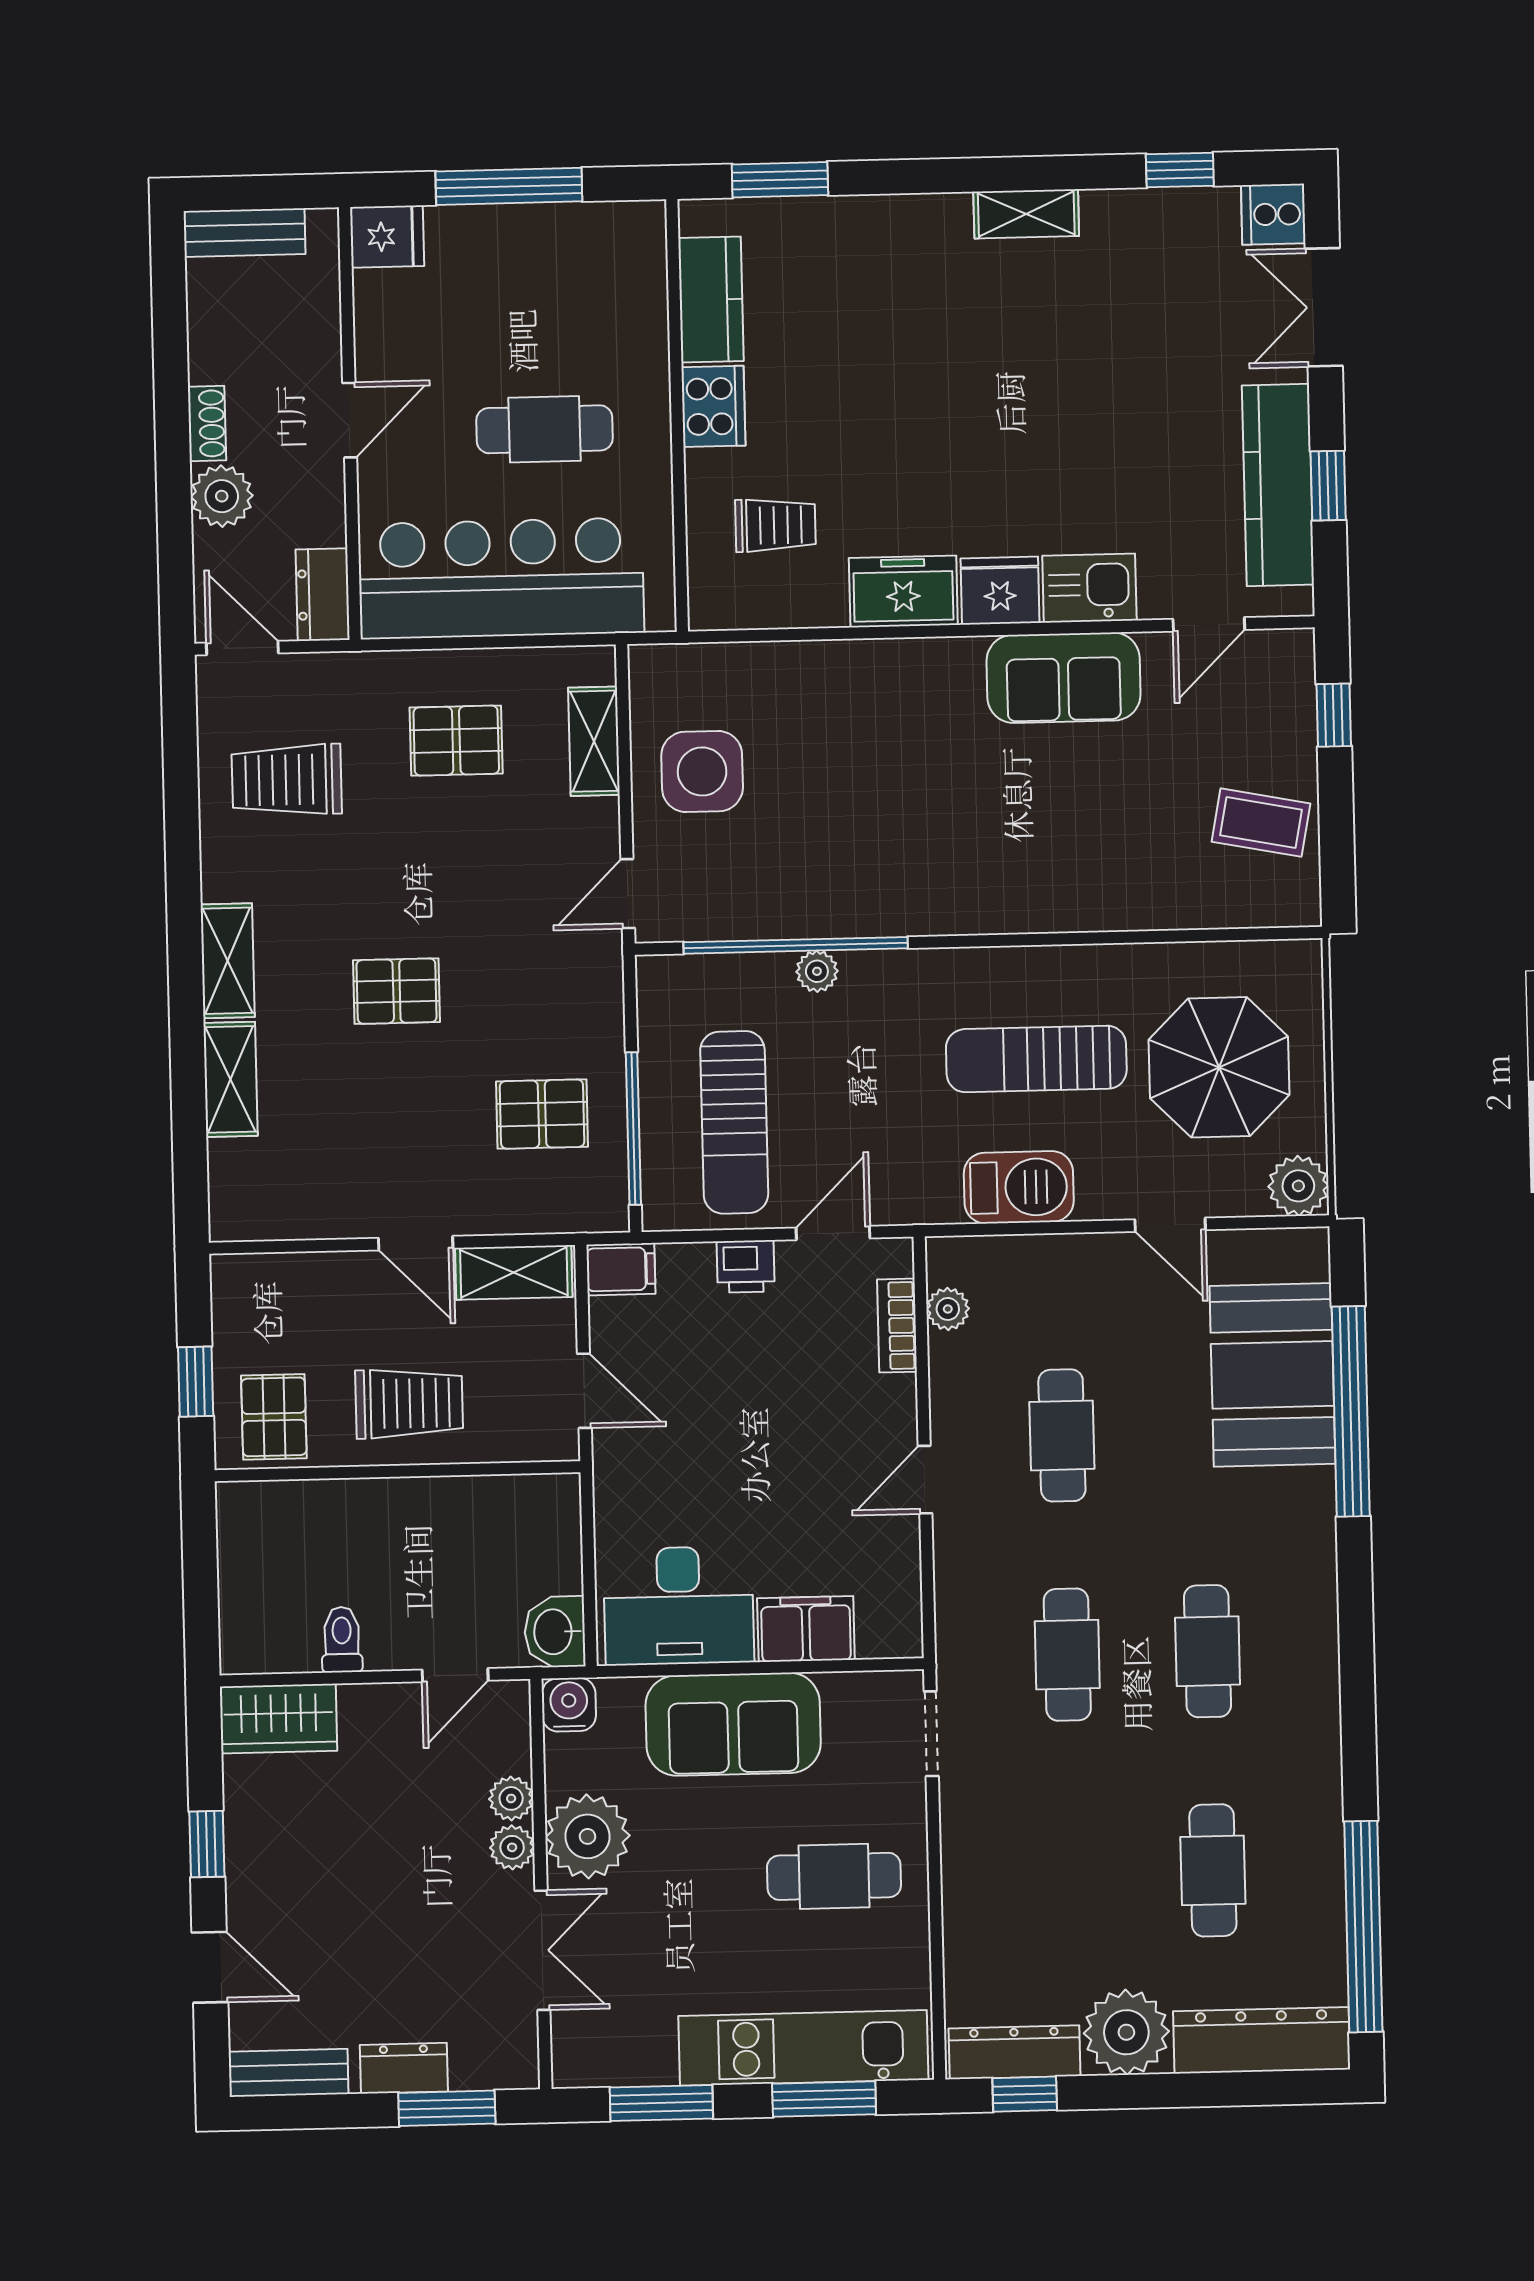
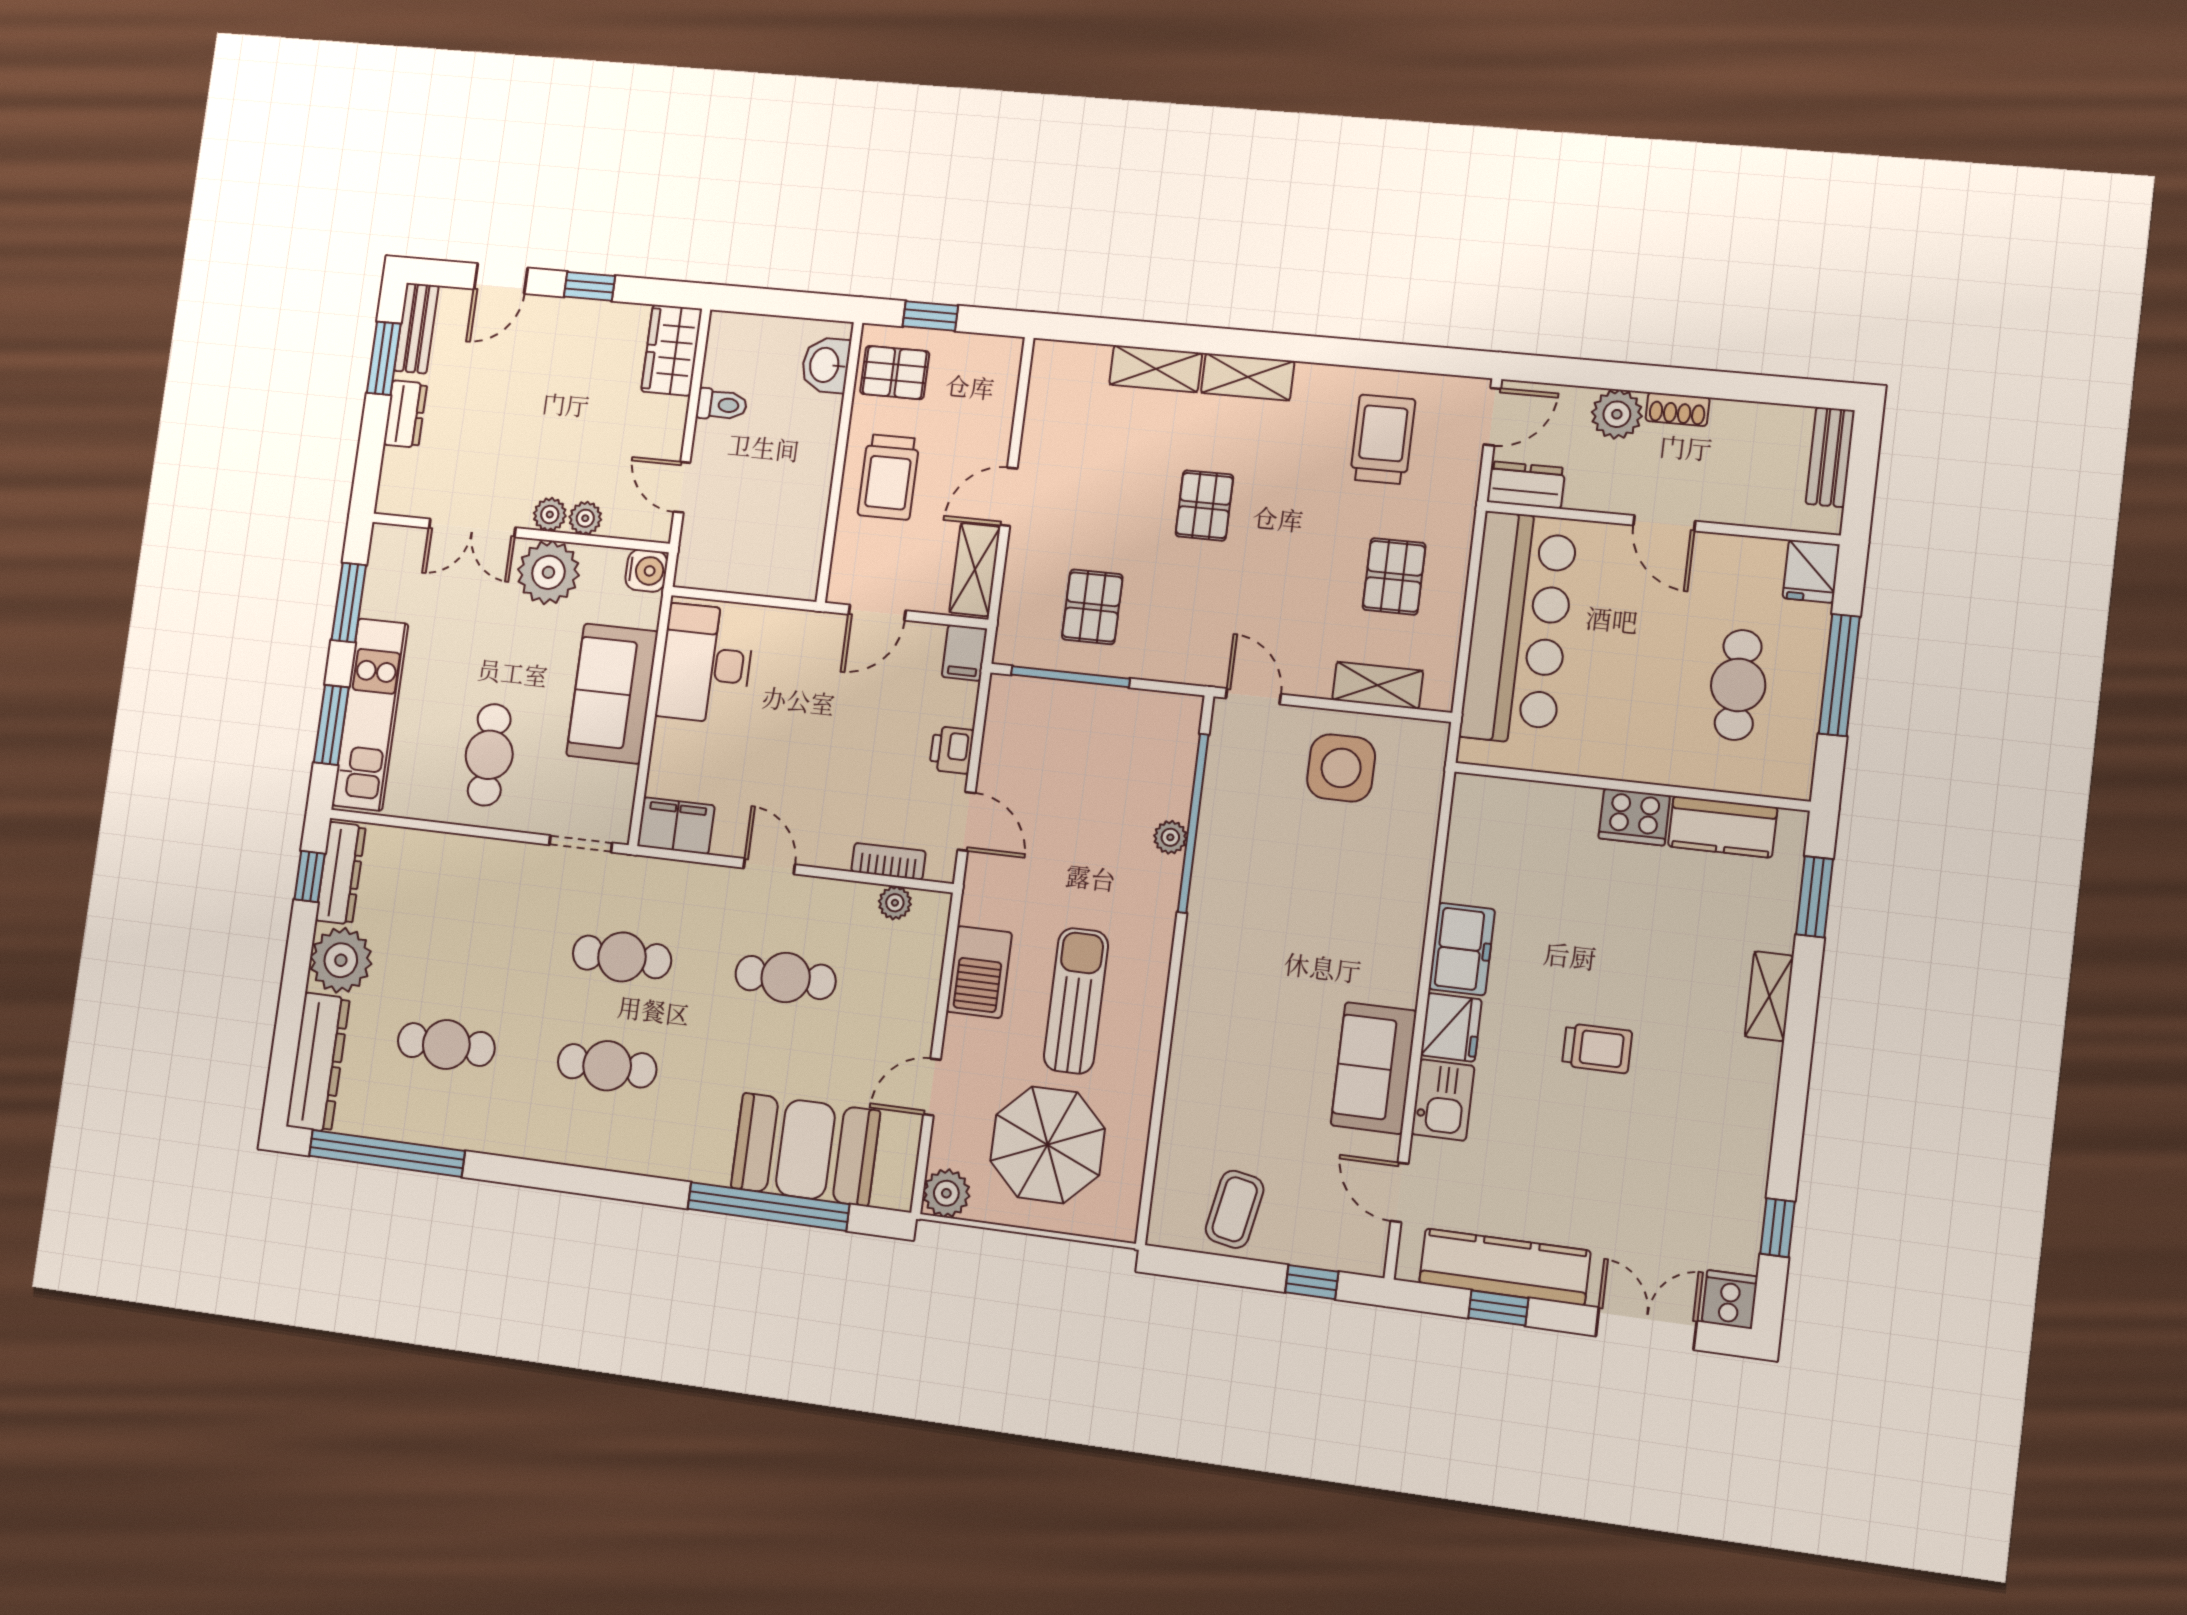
shelving: (1026, 214) -> (1769, 996), moved
cafe table: (545, 429) -> (1738, 685), moved
trolley: (775, 525) -> (1597, 1048), moved, turned -90
sun lounger: (734, 1122) -> (1063, 756), removed
filing cabinet: (806, 1629) -> (676, 826), moved, turned -90
washbasin: (555, 1632) -> (826, 365), moved, turned -90
window: (447, 2108) -> (384, 358), moved

